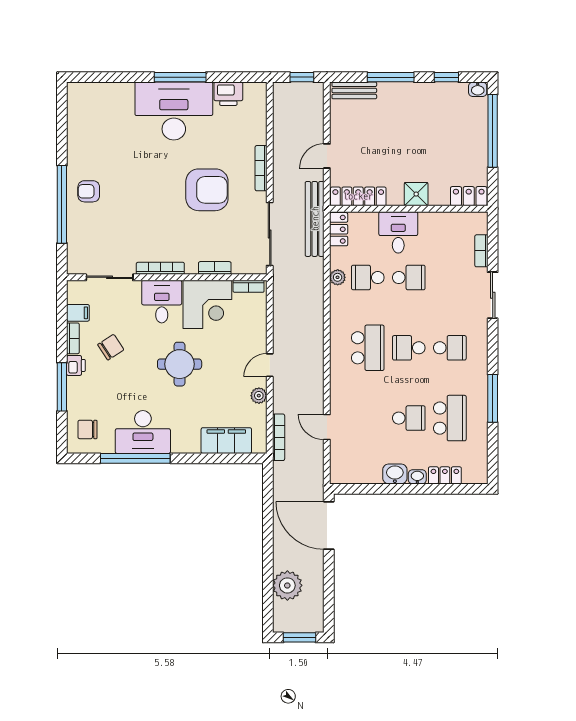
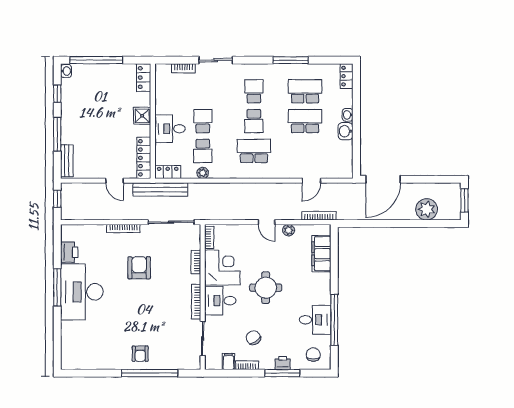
armchair: (207, 190) -> (139, 268), width x0.73, depth x0.73
printer: (76, 365) -> (283, 363), moved
school desk: (409, 418) -> (305, 121), width x1.85
chair: (87, 429) -> (313, 355), turned 180
desk: (143, 432) -> (315, 320), width x0.73
locker: (445, 475) -> (347, 76), moved

